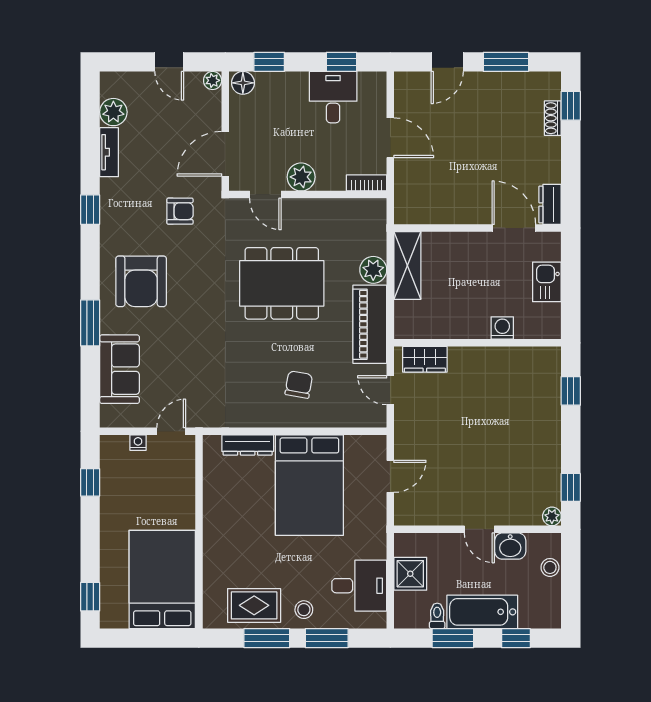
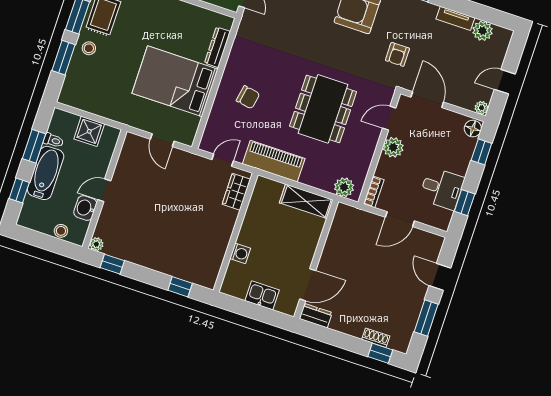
plant: (373, 270) -> (344, 187), moved
desk: (359, 586) -> (93, 93), removed

